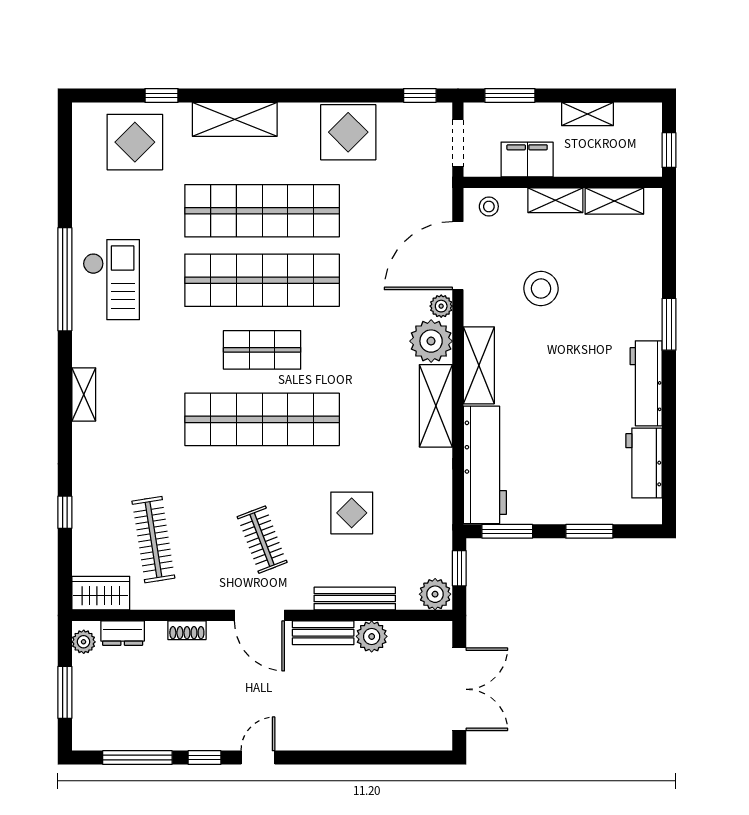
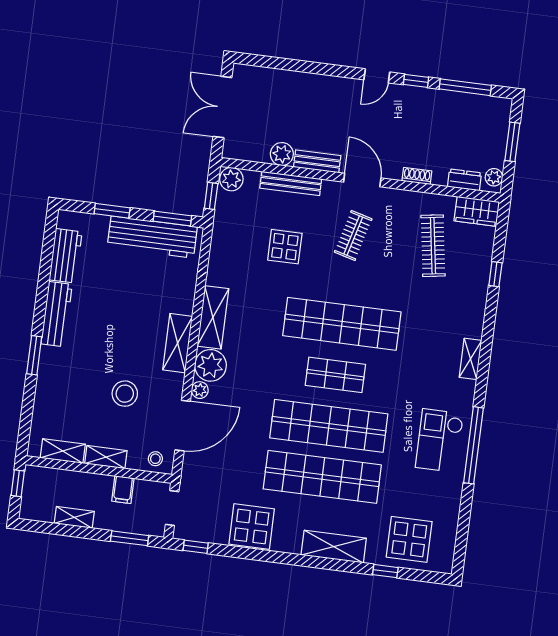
filing cabinet: (527, 159) -> (123, 490), width x0.50
workbench: (485, 465) -> (152, 237), moved, turned -90
clothes rail: (262, 540) -> (353, 235), turned 36

